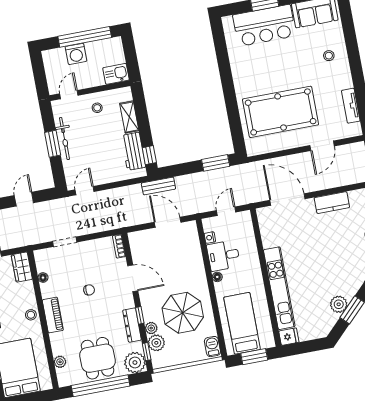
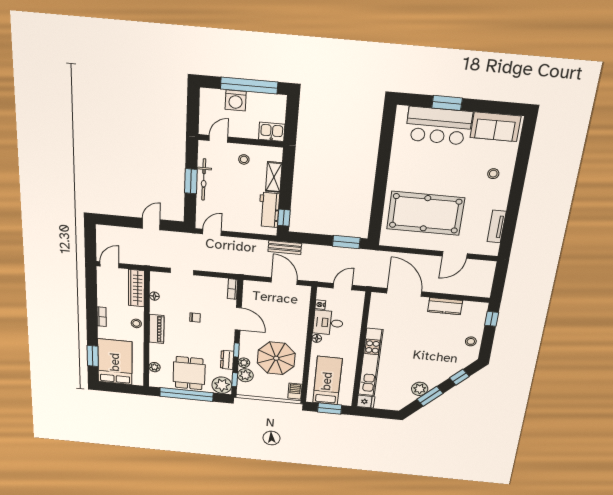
wardrobe: (22, 267) -> (136, 288), width x1.50
dresser: (132, 325) -> (227, 360), width x0.70

